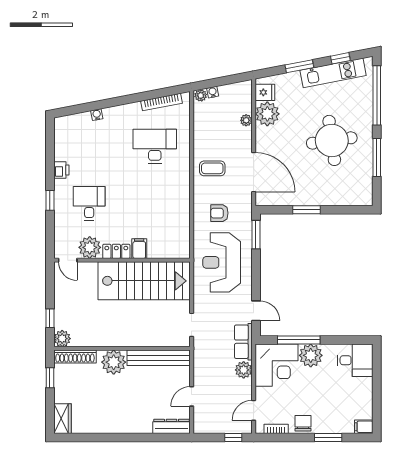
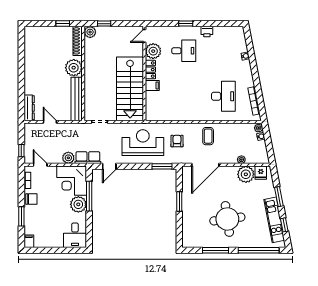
wardrobe: (62, 419) -> (34, 32), removed

